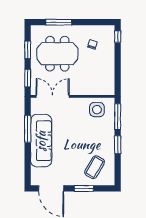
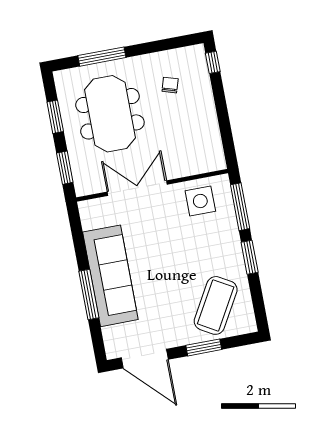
meeting table: (57, 54) -> (110, 114), turned 90
double door: (53, 96) -> (137, 188), moved
window: (28, 129) -> (89, 295), moved
coffee table: (95, 167) -> (216, 305), width x1.36, depth x1.32

